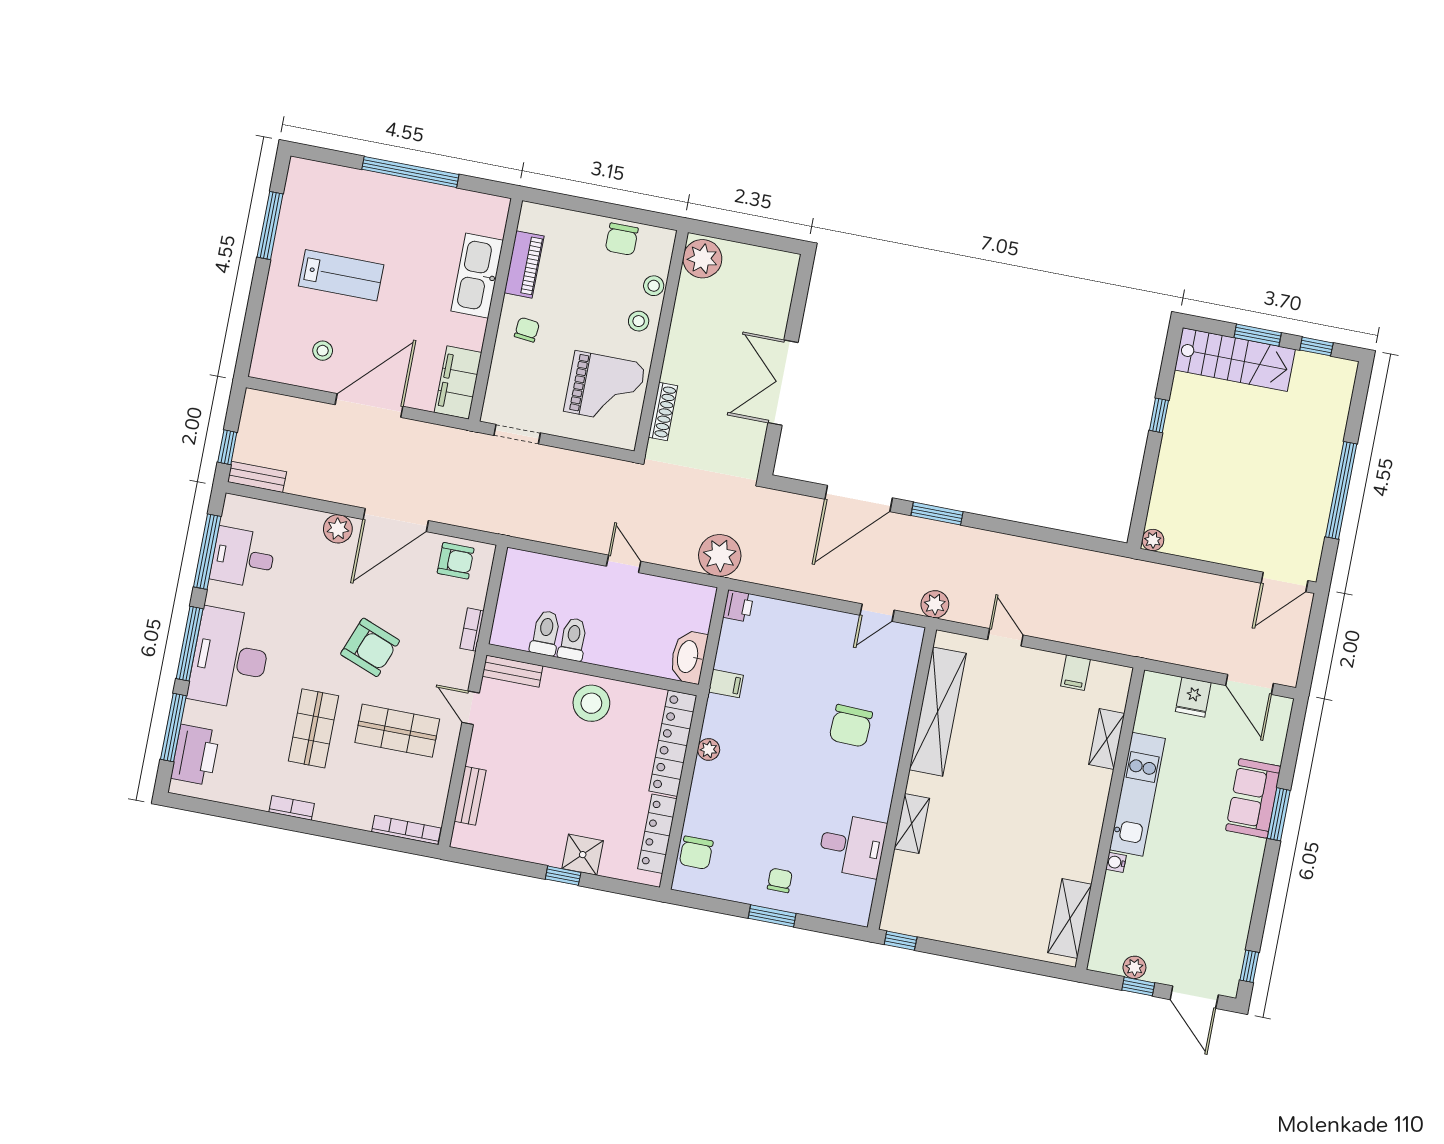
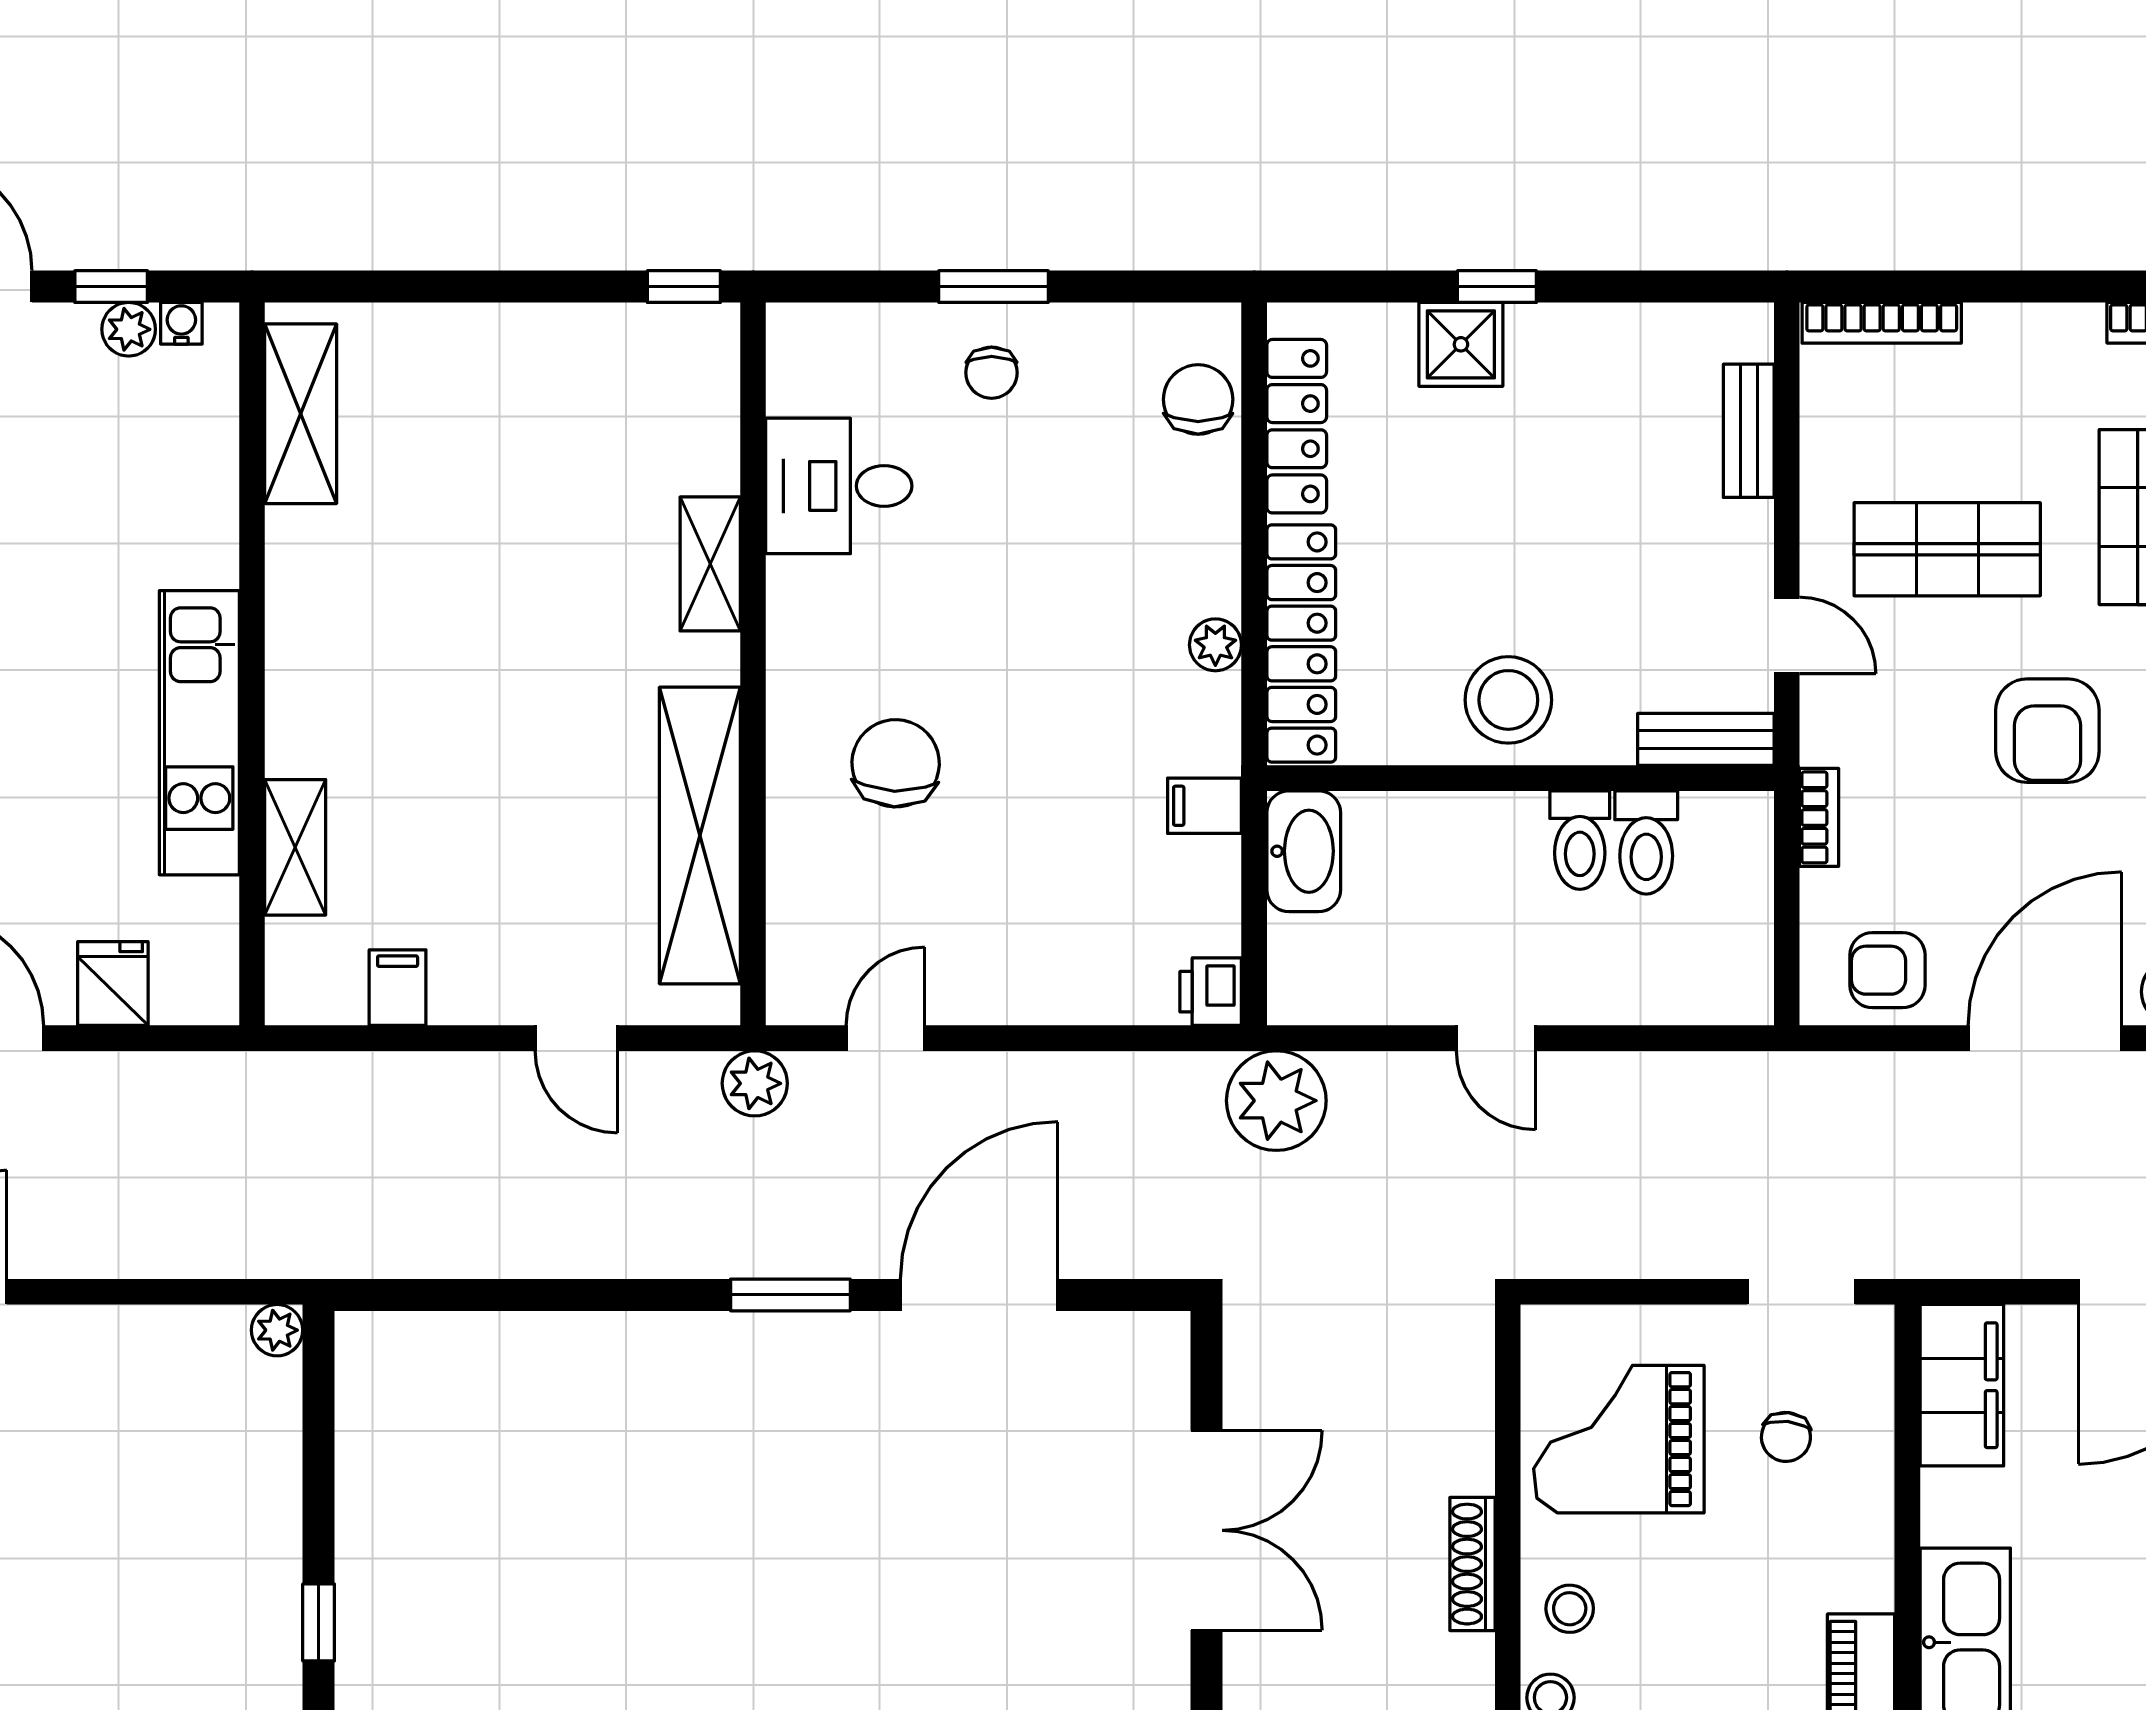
chair: (527, 330) -> (1786, 1437), moved
shoe rack: (663, 412) -> (1472, 1564), moved
armchair: (370, 647) -> (2047, 731), turned -111
water cooler: (1116, 862) -> (181, 323), moved, turned -90

